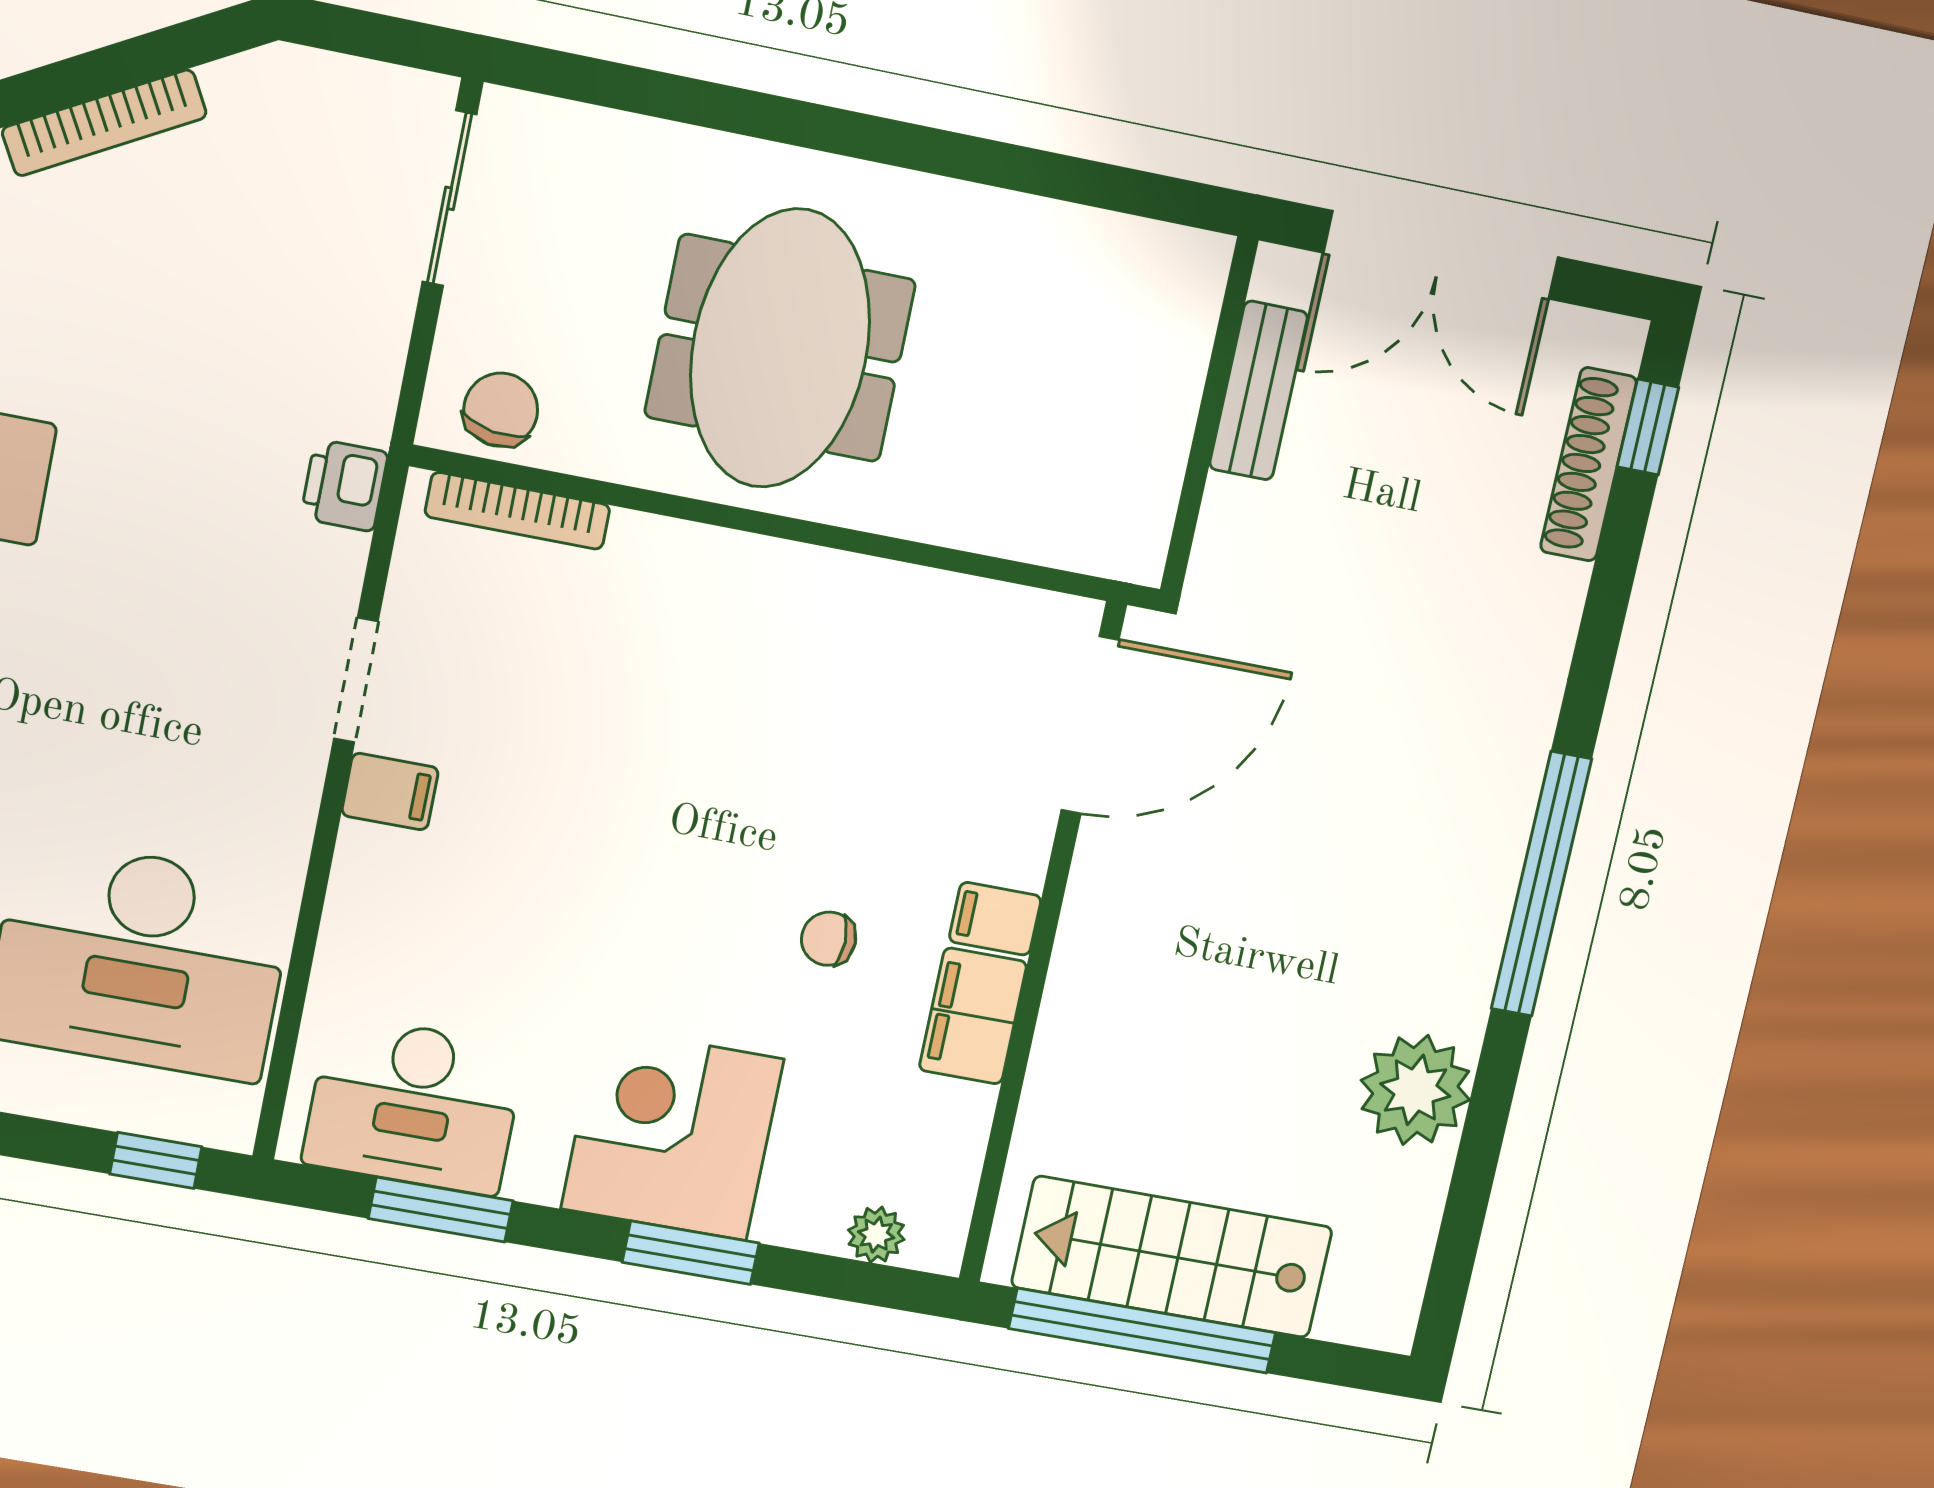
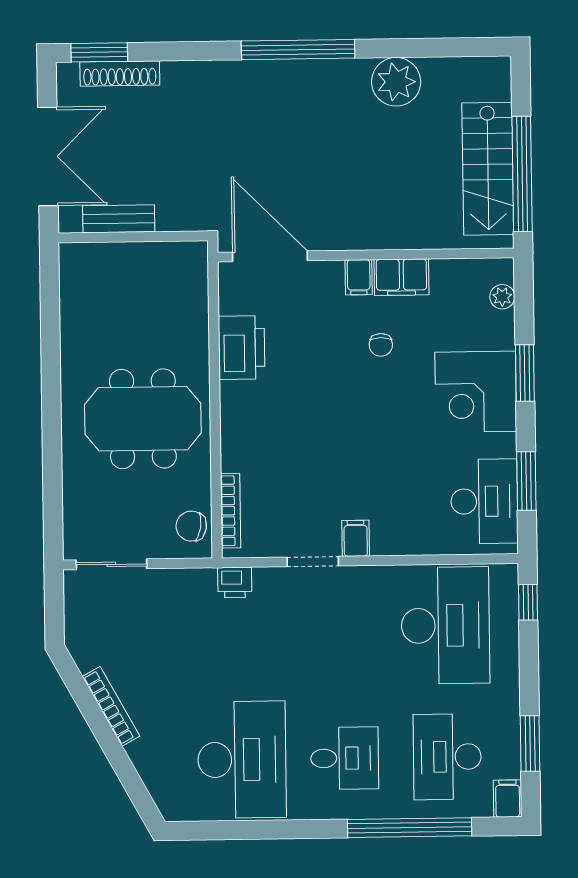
window: (1648, 427) -> (99, 52), width x1.50
printer: (895, 616) -> (242, 348), added

